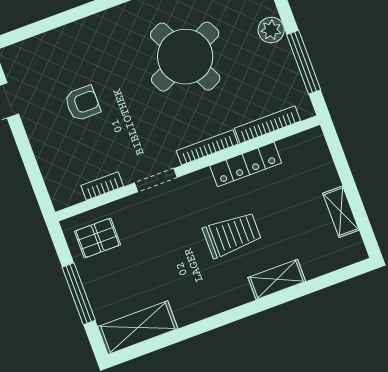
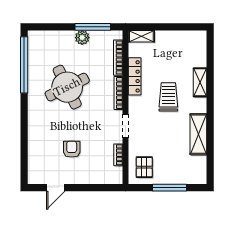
plant: (271, 30) -> (82, 38), moved
shelving: (341, 212) -> (141, 36), moved
shelving: (138, 328) -> (198, 134), moved

